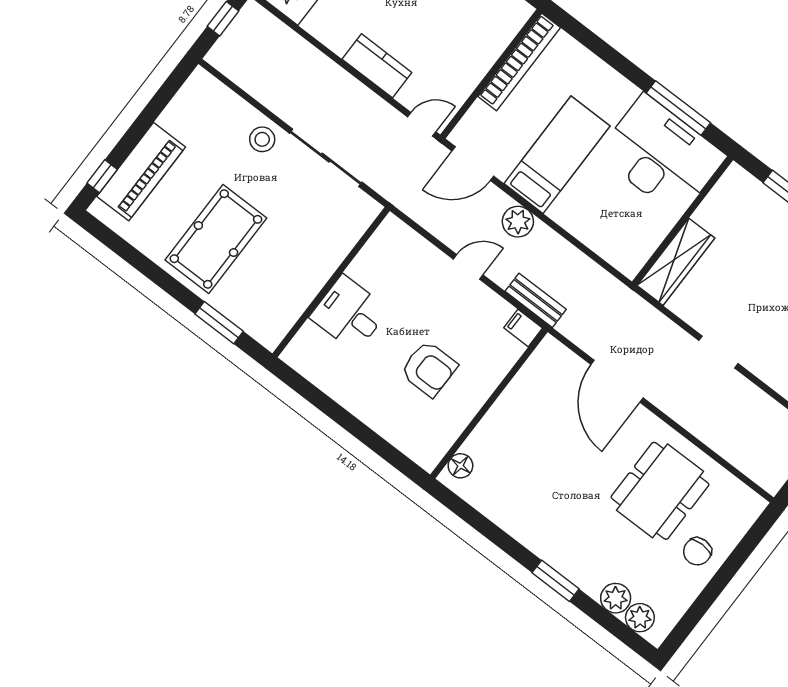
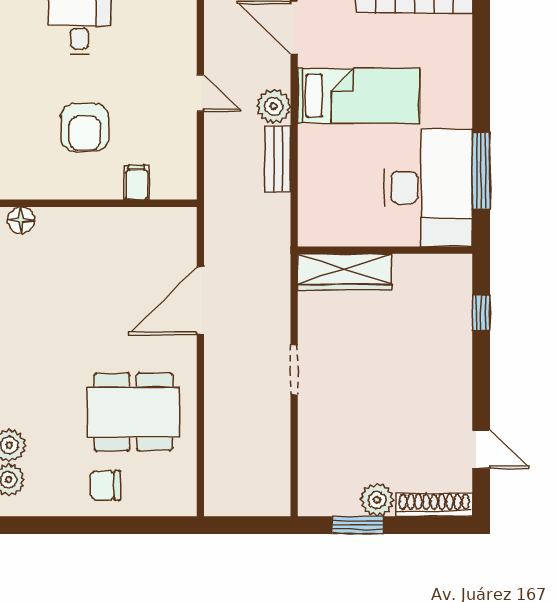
bench: (536, 300) -> (278, 159), moved
filing cabinet: (523, 328) -> (137, 182), moved

